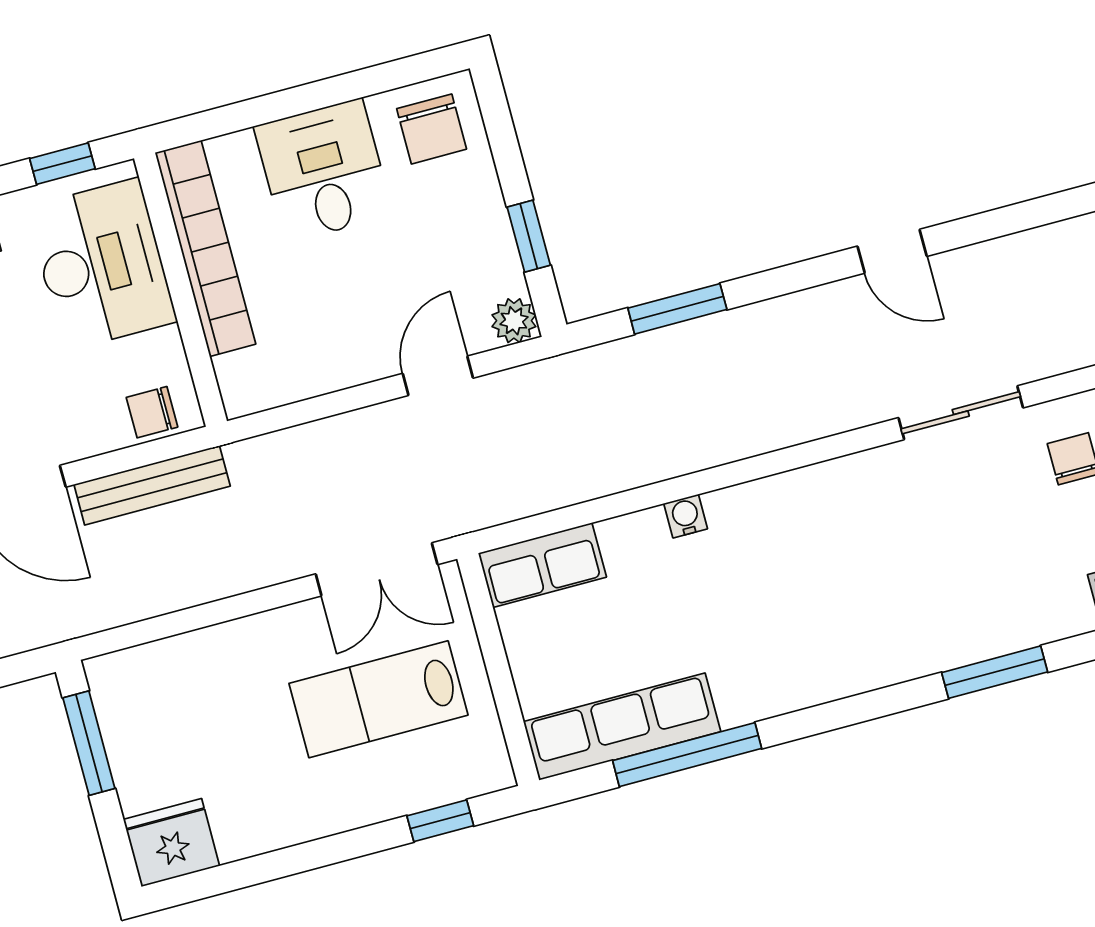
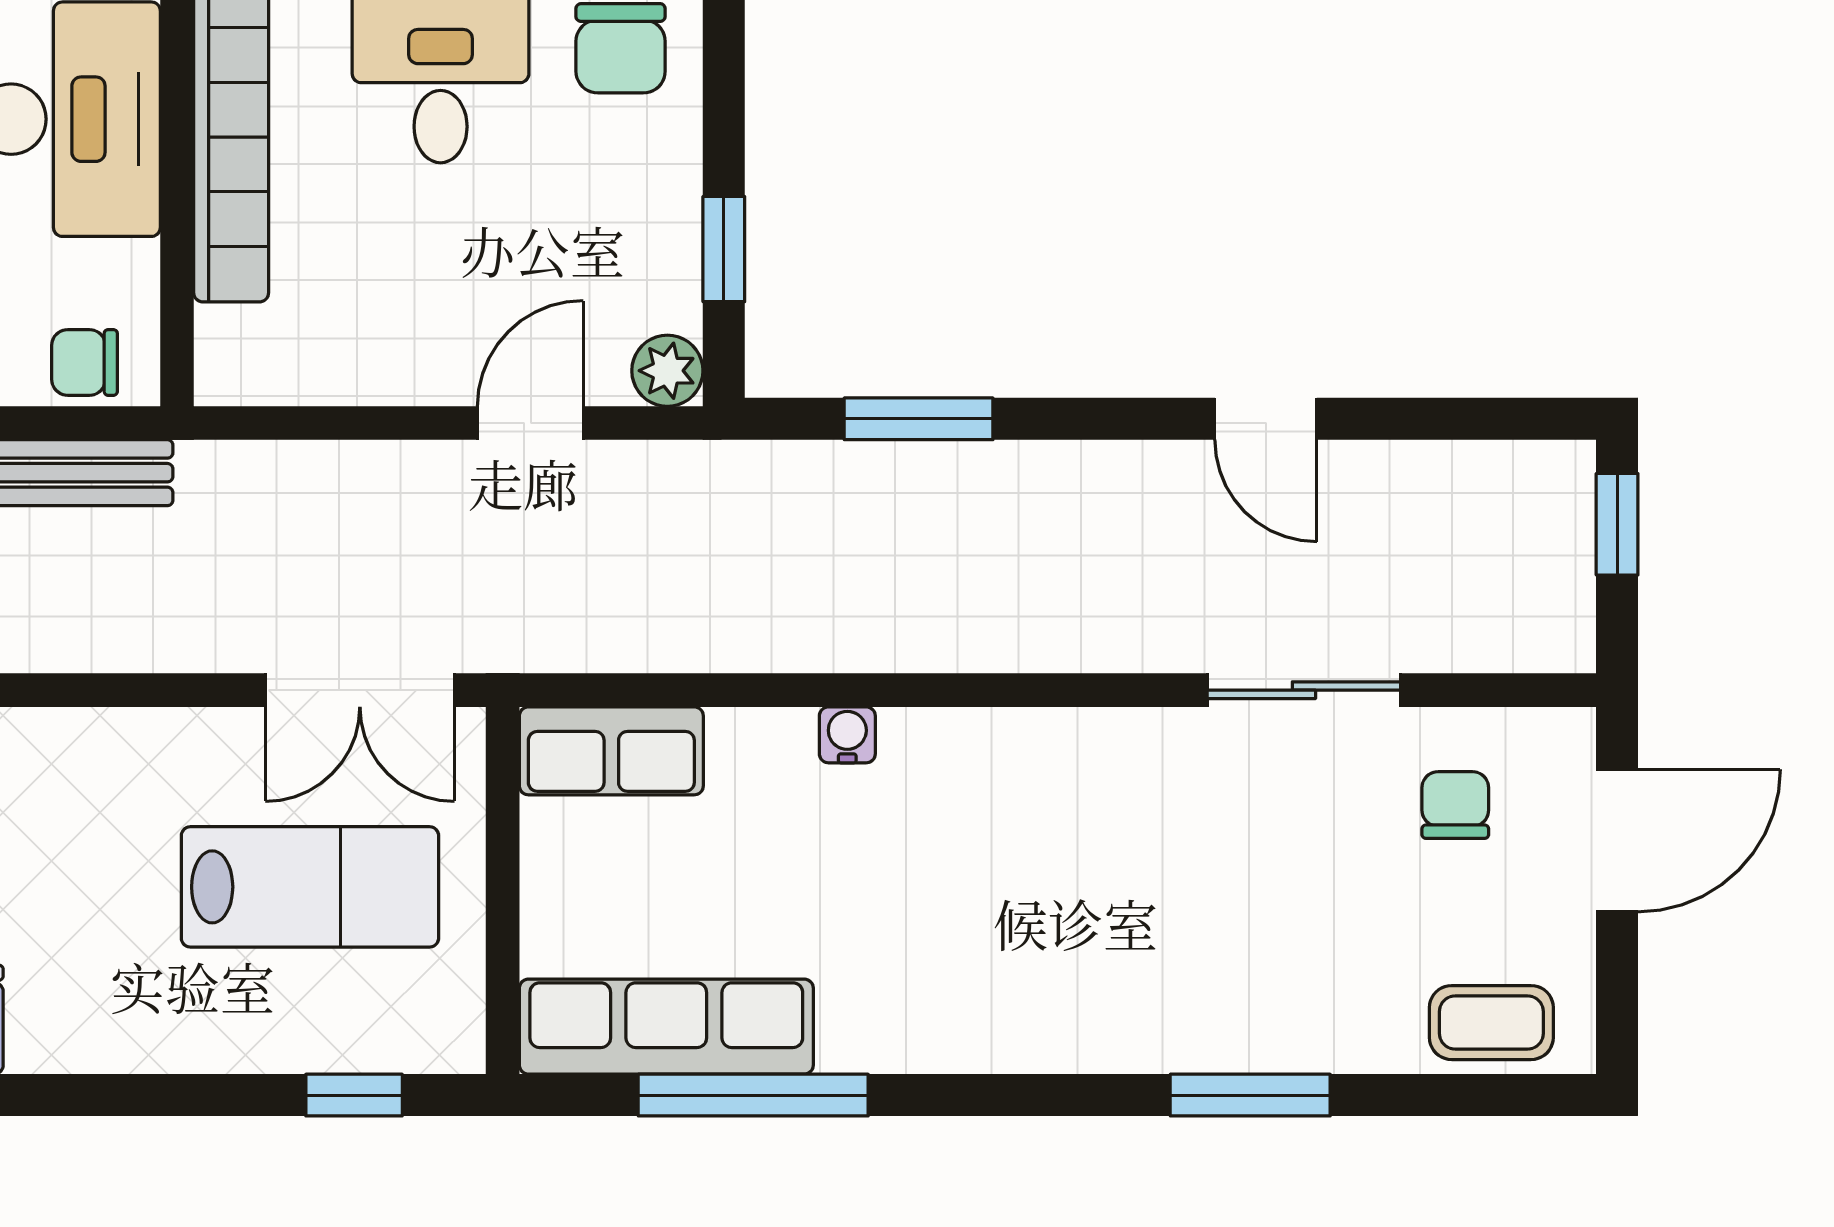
lab bench: (378, 699) -> (310, 887), turned 180

